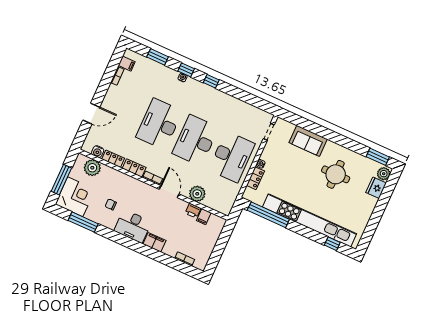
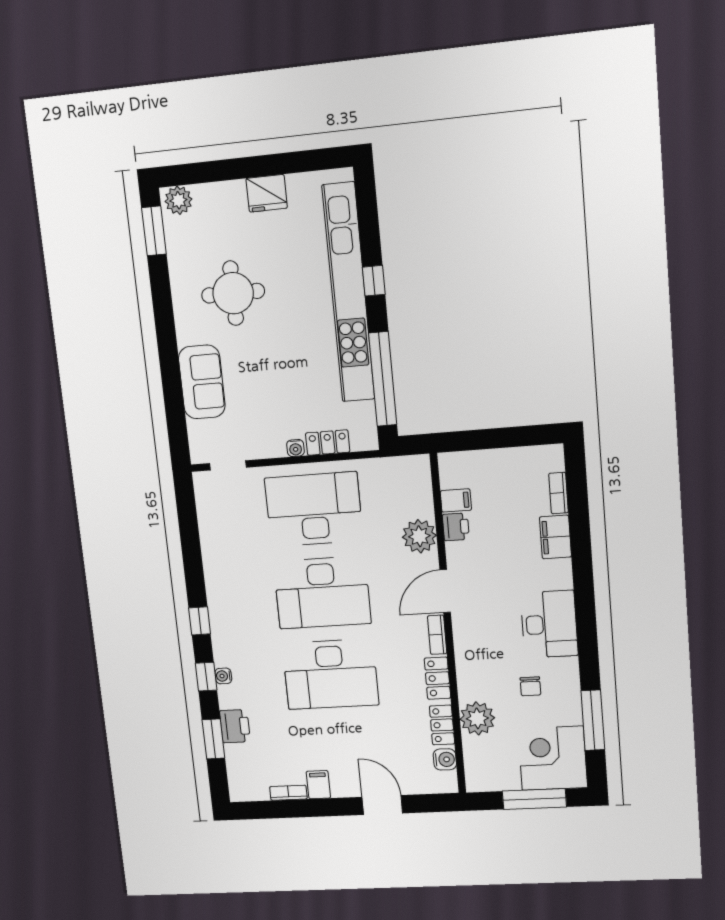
filing cabinet: (127, 64) -> (318, 785), moved
printer: (158, 70) -> (235, 726), added
plant: (92, 168) -> (477, 718), moved
fridge: (376, 188) -> (267, 193), moved
filing cabinet: (154, 242) -> (555, 537), moved
window: (332, 244) -> (374, 281), moved

